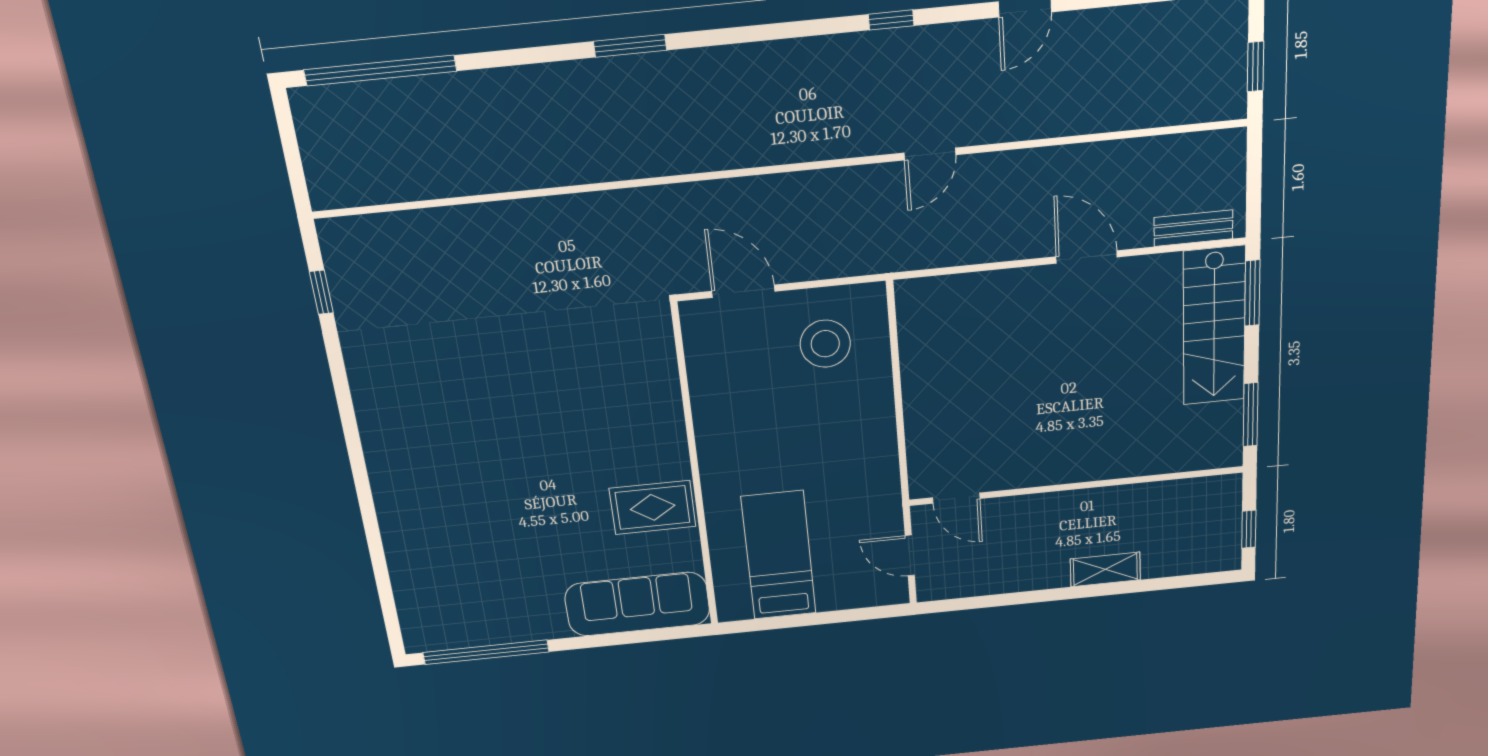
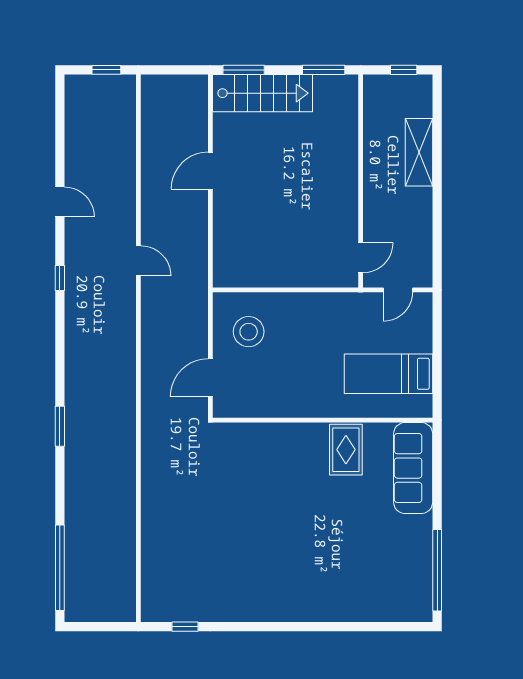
bench: (1193, 228) -> (199, 106), removed
shelving: (1105, 569) -> (419, 152), width x1.50, depth x1.33

